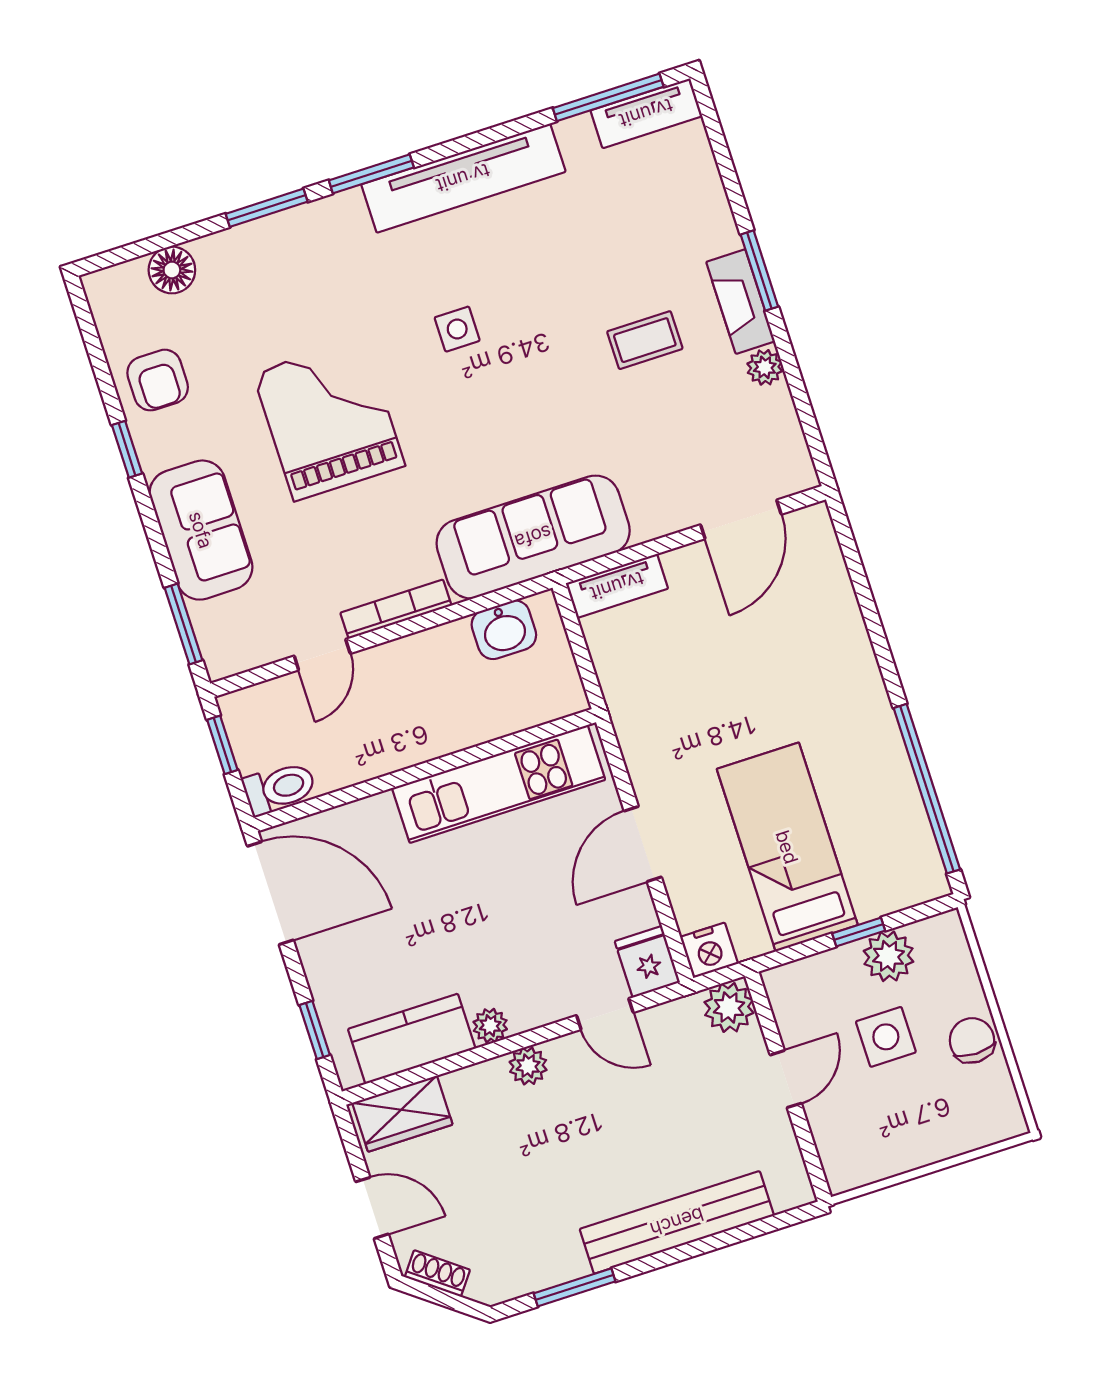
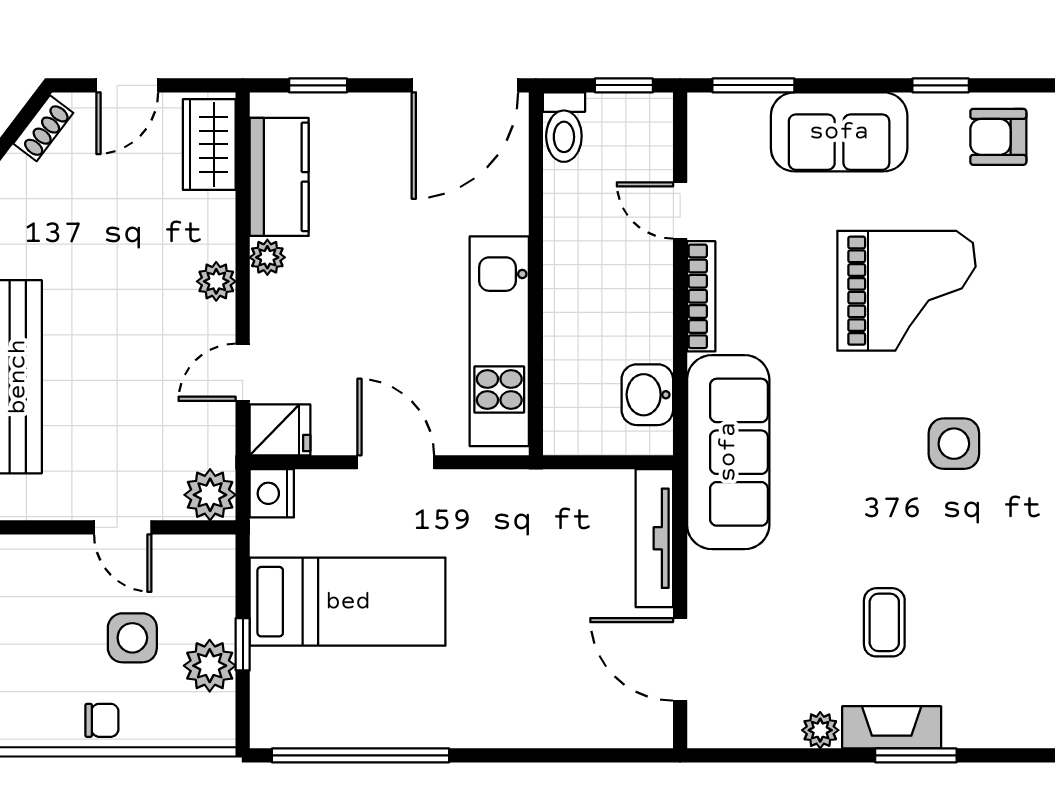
side table: (457, 329) -> (954, 444), width x1.37, depth x1.37
tv unit: (617, 586) -> (654, 538), width x1.41
chair: (972, 1040) -> (102, 720), width x0.73, depth x0.73

